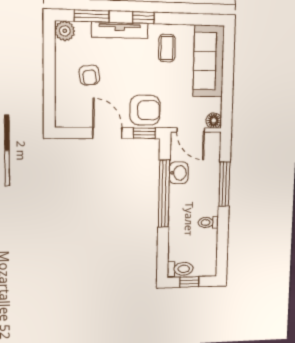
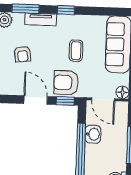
tv unit: (120, 30) -> (41, 19), width x0.71
coffee table: (167, 48) -> (76, 51), moved
armchair: (145, 110) -> (66, 83), turned 180

